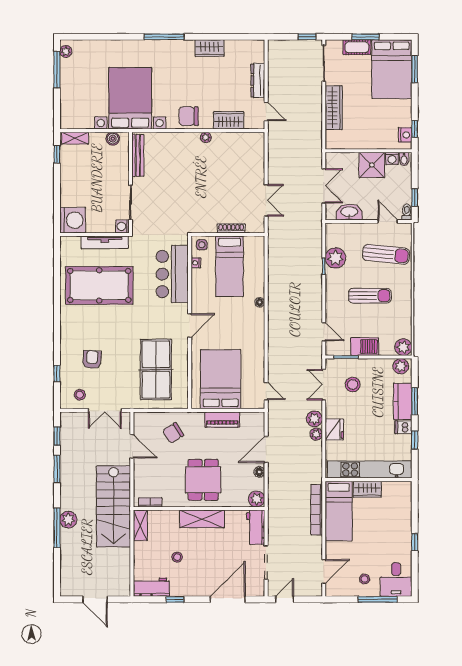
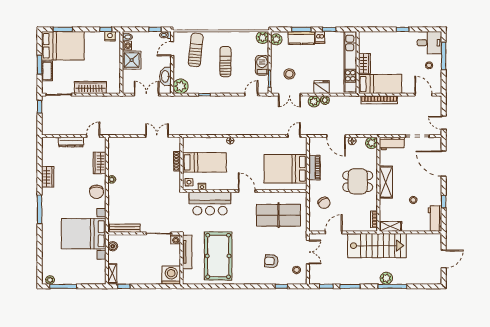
plant: (335, 258) -> (181, 86), moved

